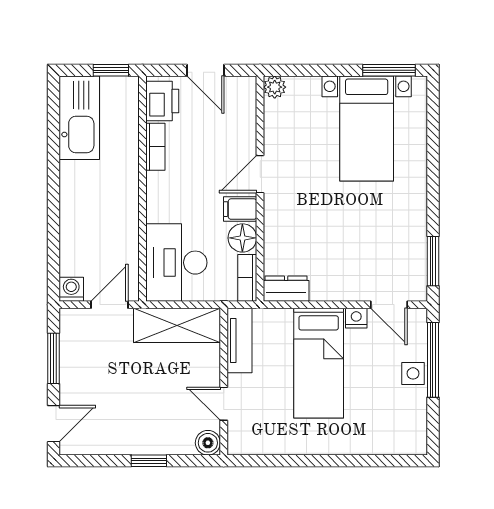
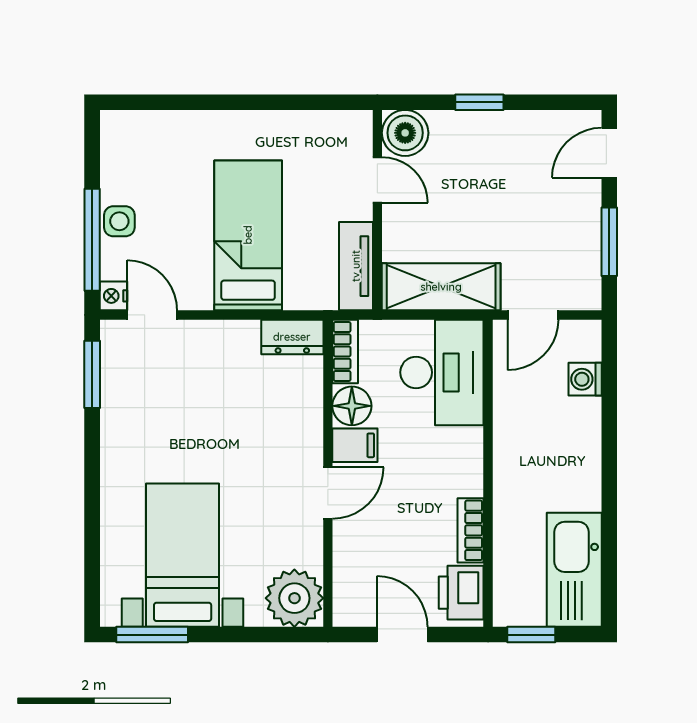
plant: (275, 87) -> (294, 598), width x1.88, depth x1.88
washing machine: (71, 289) -> (585, 379), moved, turned 90
nightstand: (356, 318) -> (113, 296), moved, turned 90
boiler: (208, 443) -> (405, 133), width x1.36, depth x1.36

